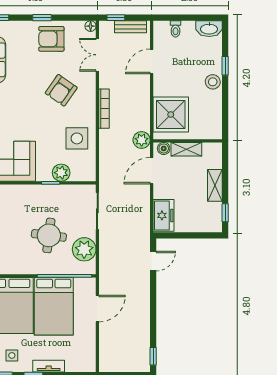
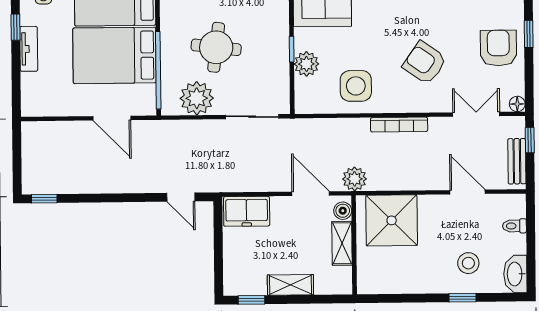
stool: (213, 82) -> (468, 263), moved

